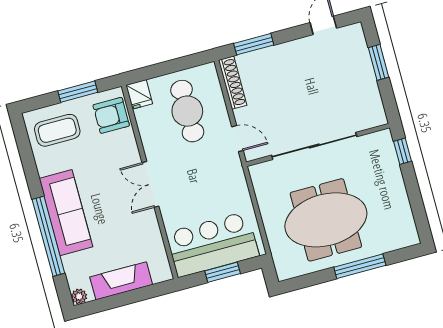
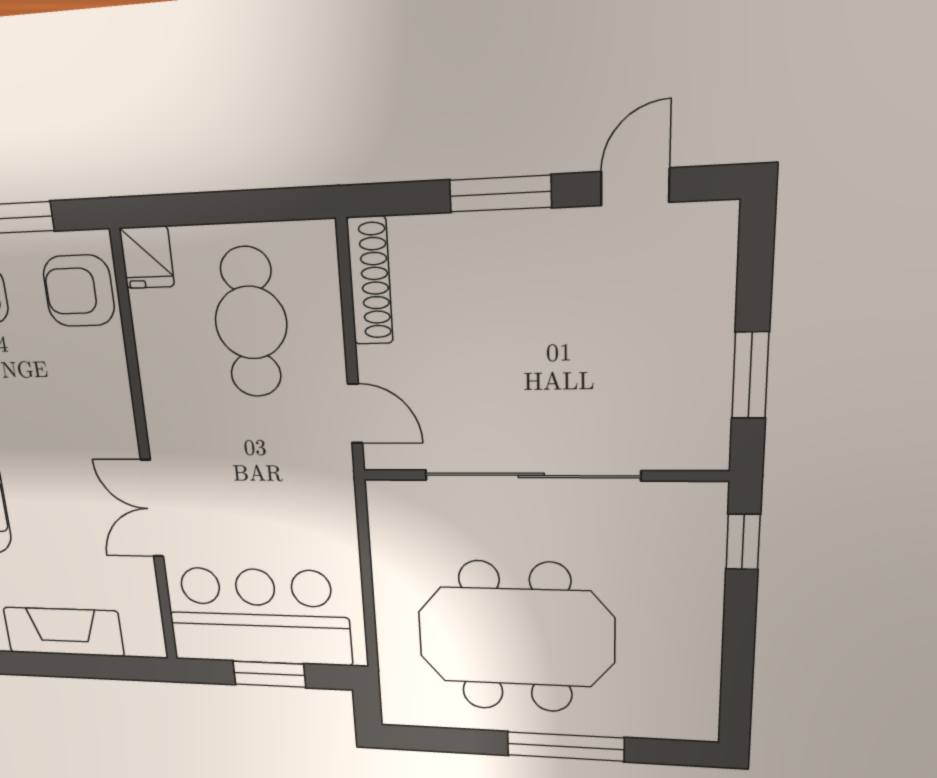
window: (254, 44) -> (500, 194), moved
window: (379, 62) -> (750, 375), moved
double door: (150, 184) -> (152, 509), moved

